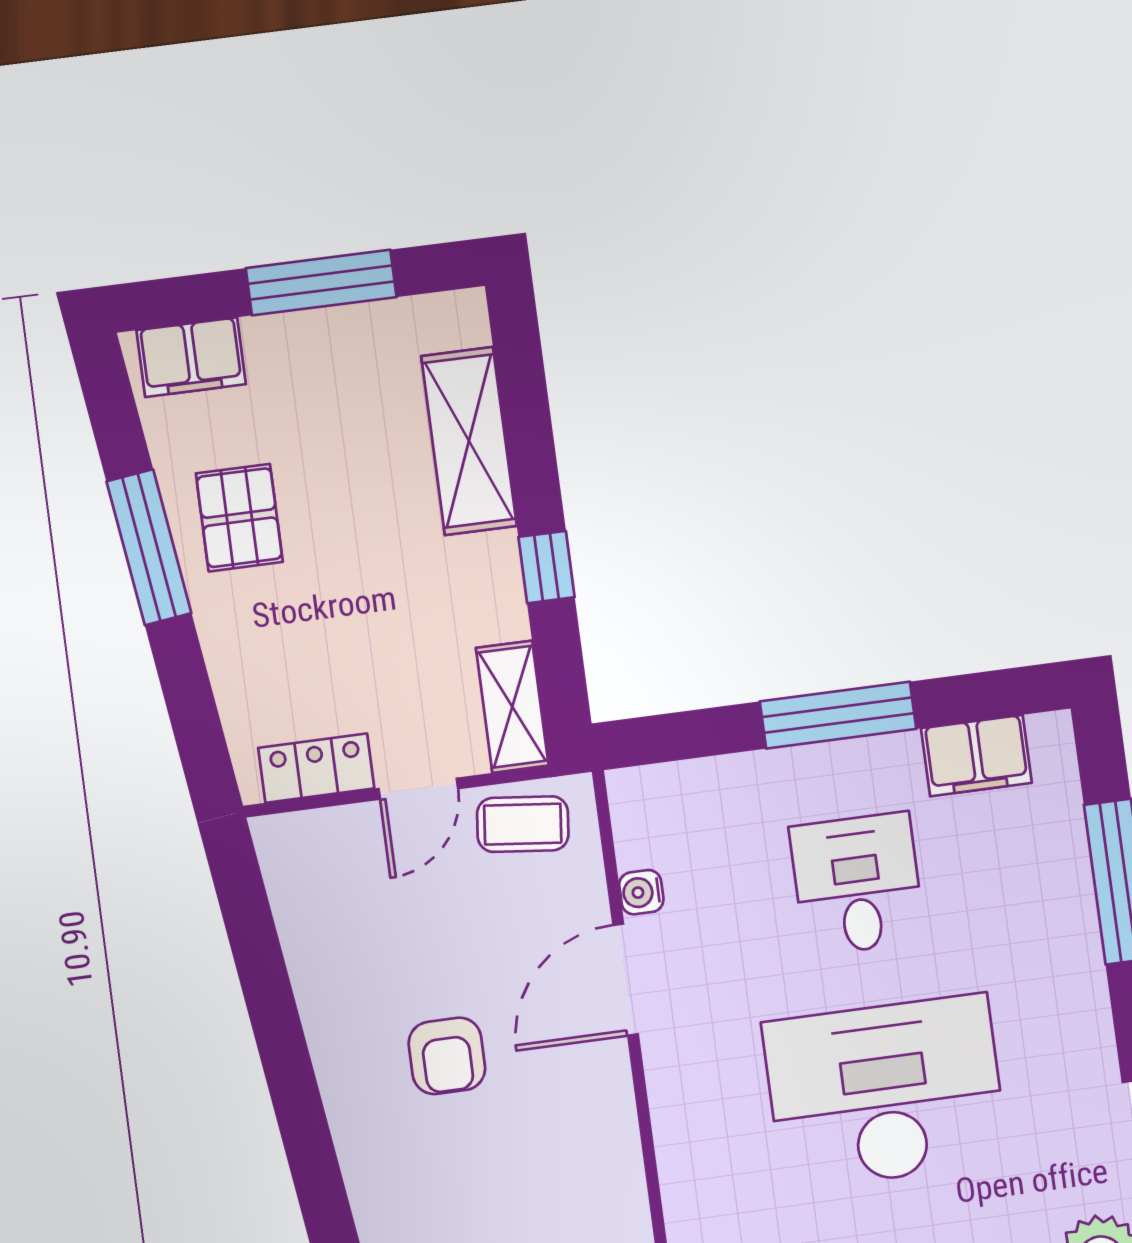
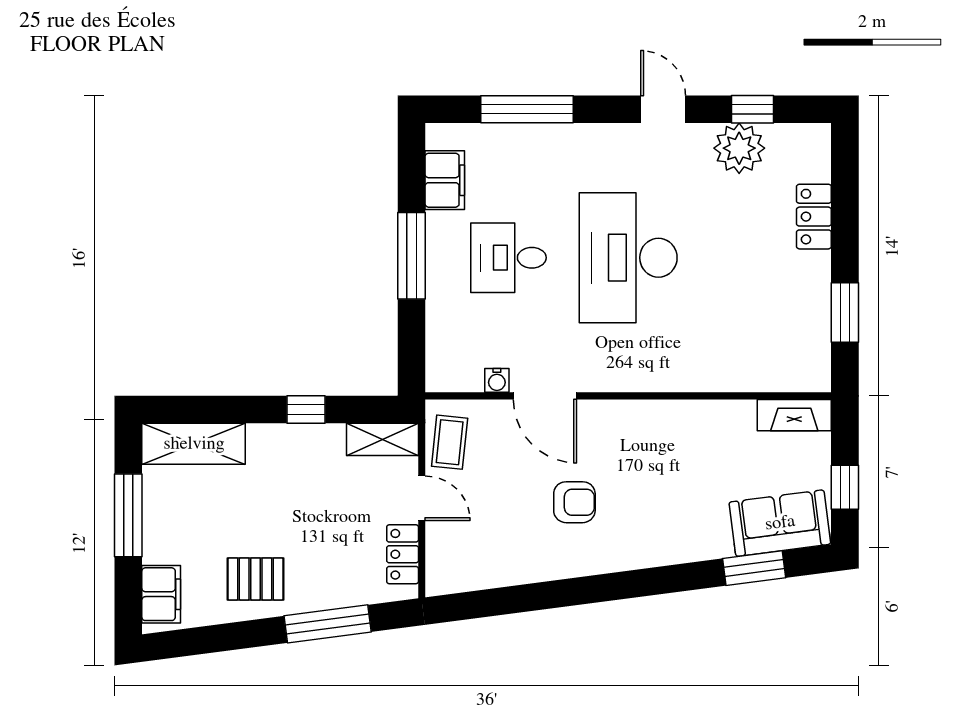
shelving: (469, 441) -> (194, 444), moved
window: (149, 547) -> (328, 624), moved

